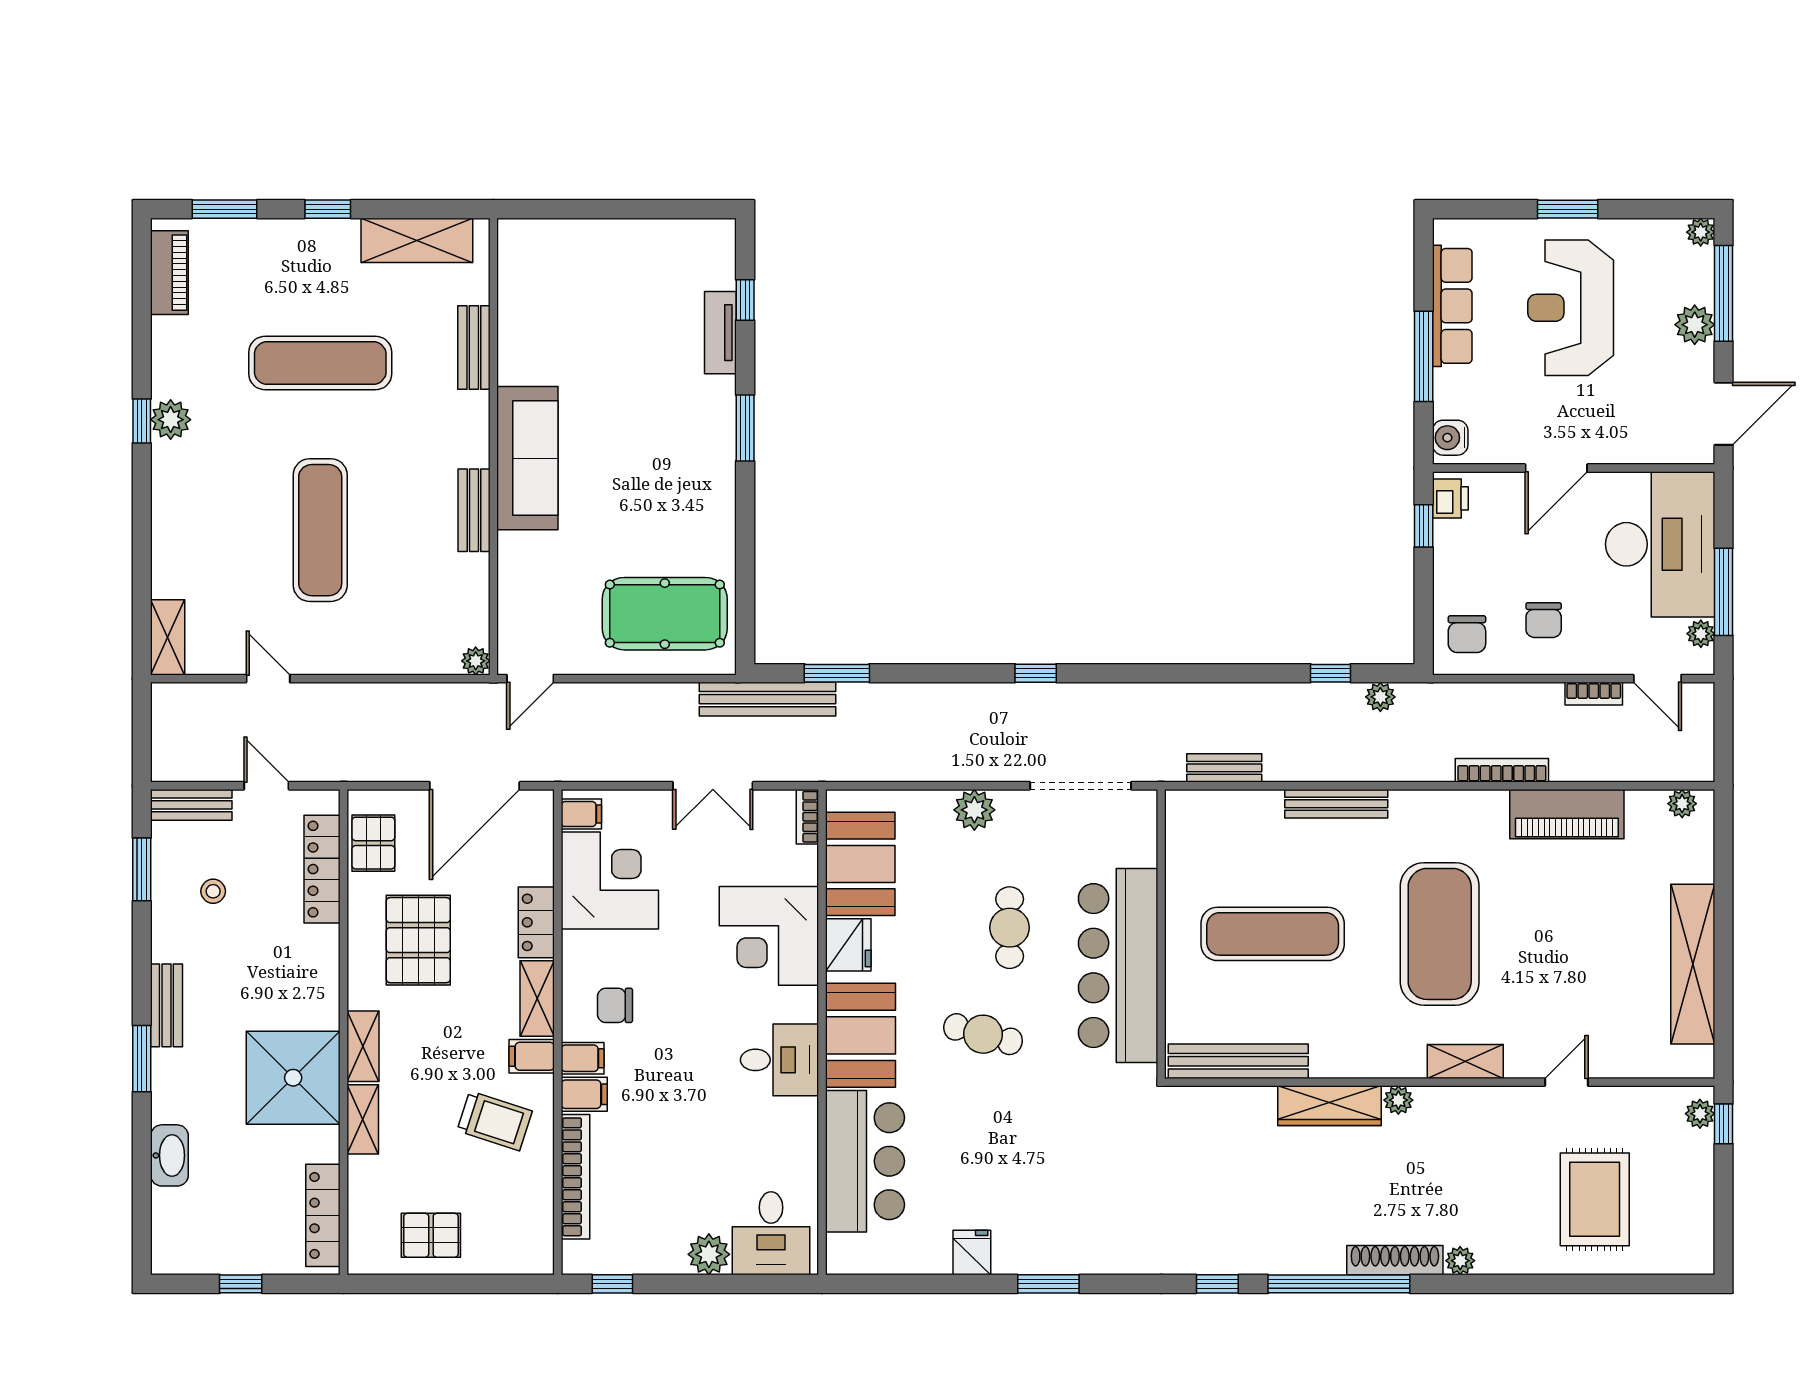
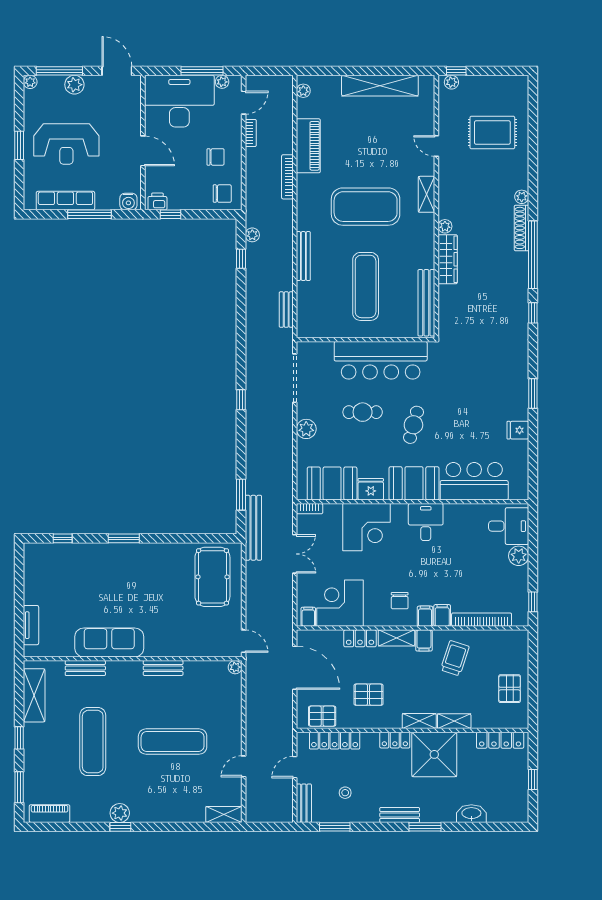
tv unit: (720, 333) -> (31, 625), moved, turned -90
sofa: (527, 458) -> (109, 642), moved
pallet: (418, 940) -> (369, 695), width x0.67, depth x0.71
locker: (323, 995) -> (395, 740), added

